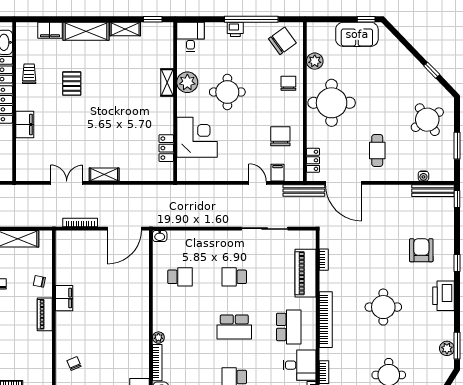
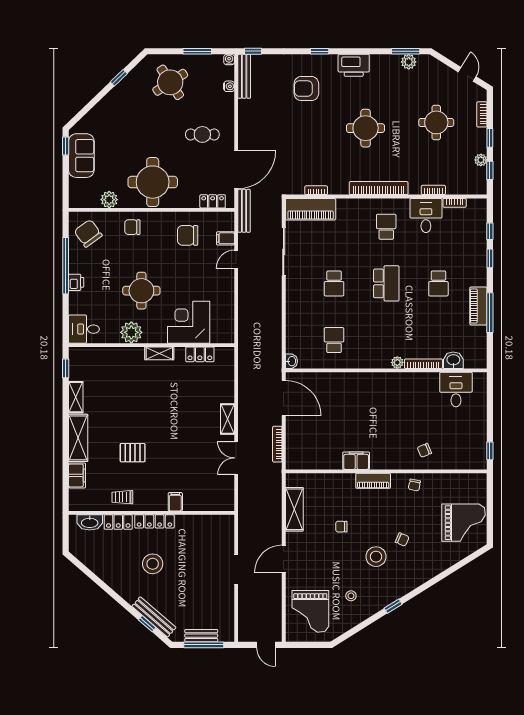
shelving: (167, 83) -> (159, 353), moved
filing cabinet: (25, 124) -> (175, 502), width x0.50
water cooler: (449, 176) -> (229, 60), added
piano: (306, 273) -> (311, 209), moved
chair: (39, 281) -> (414, 485), moved
school desk: (289, 327) -> (386, 227), width x0.54

